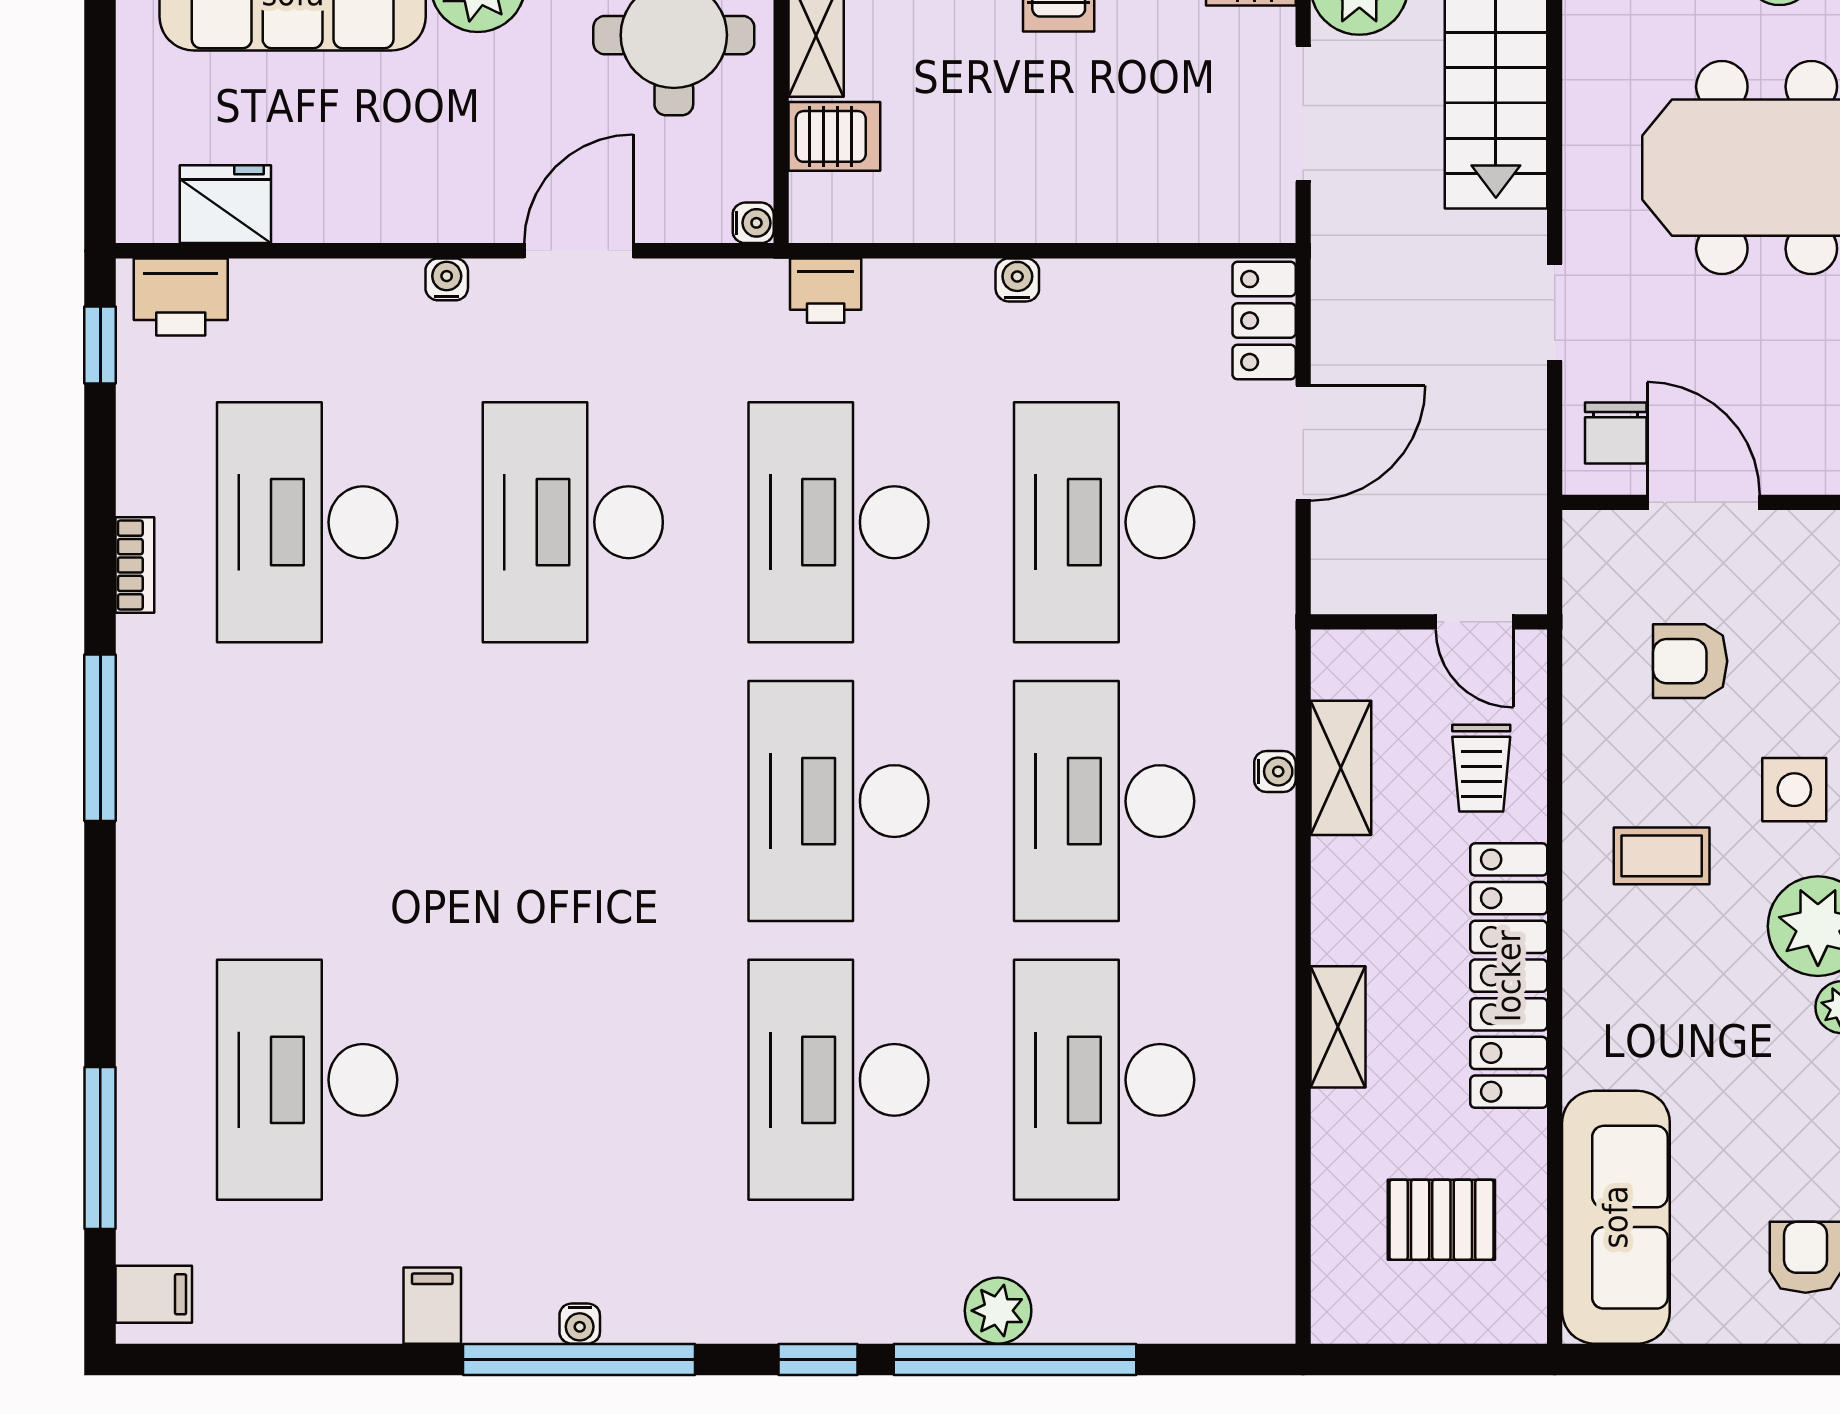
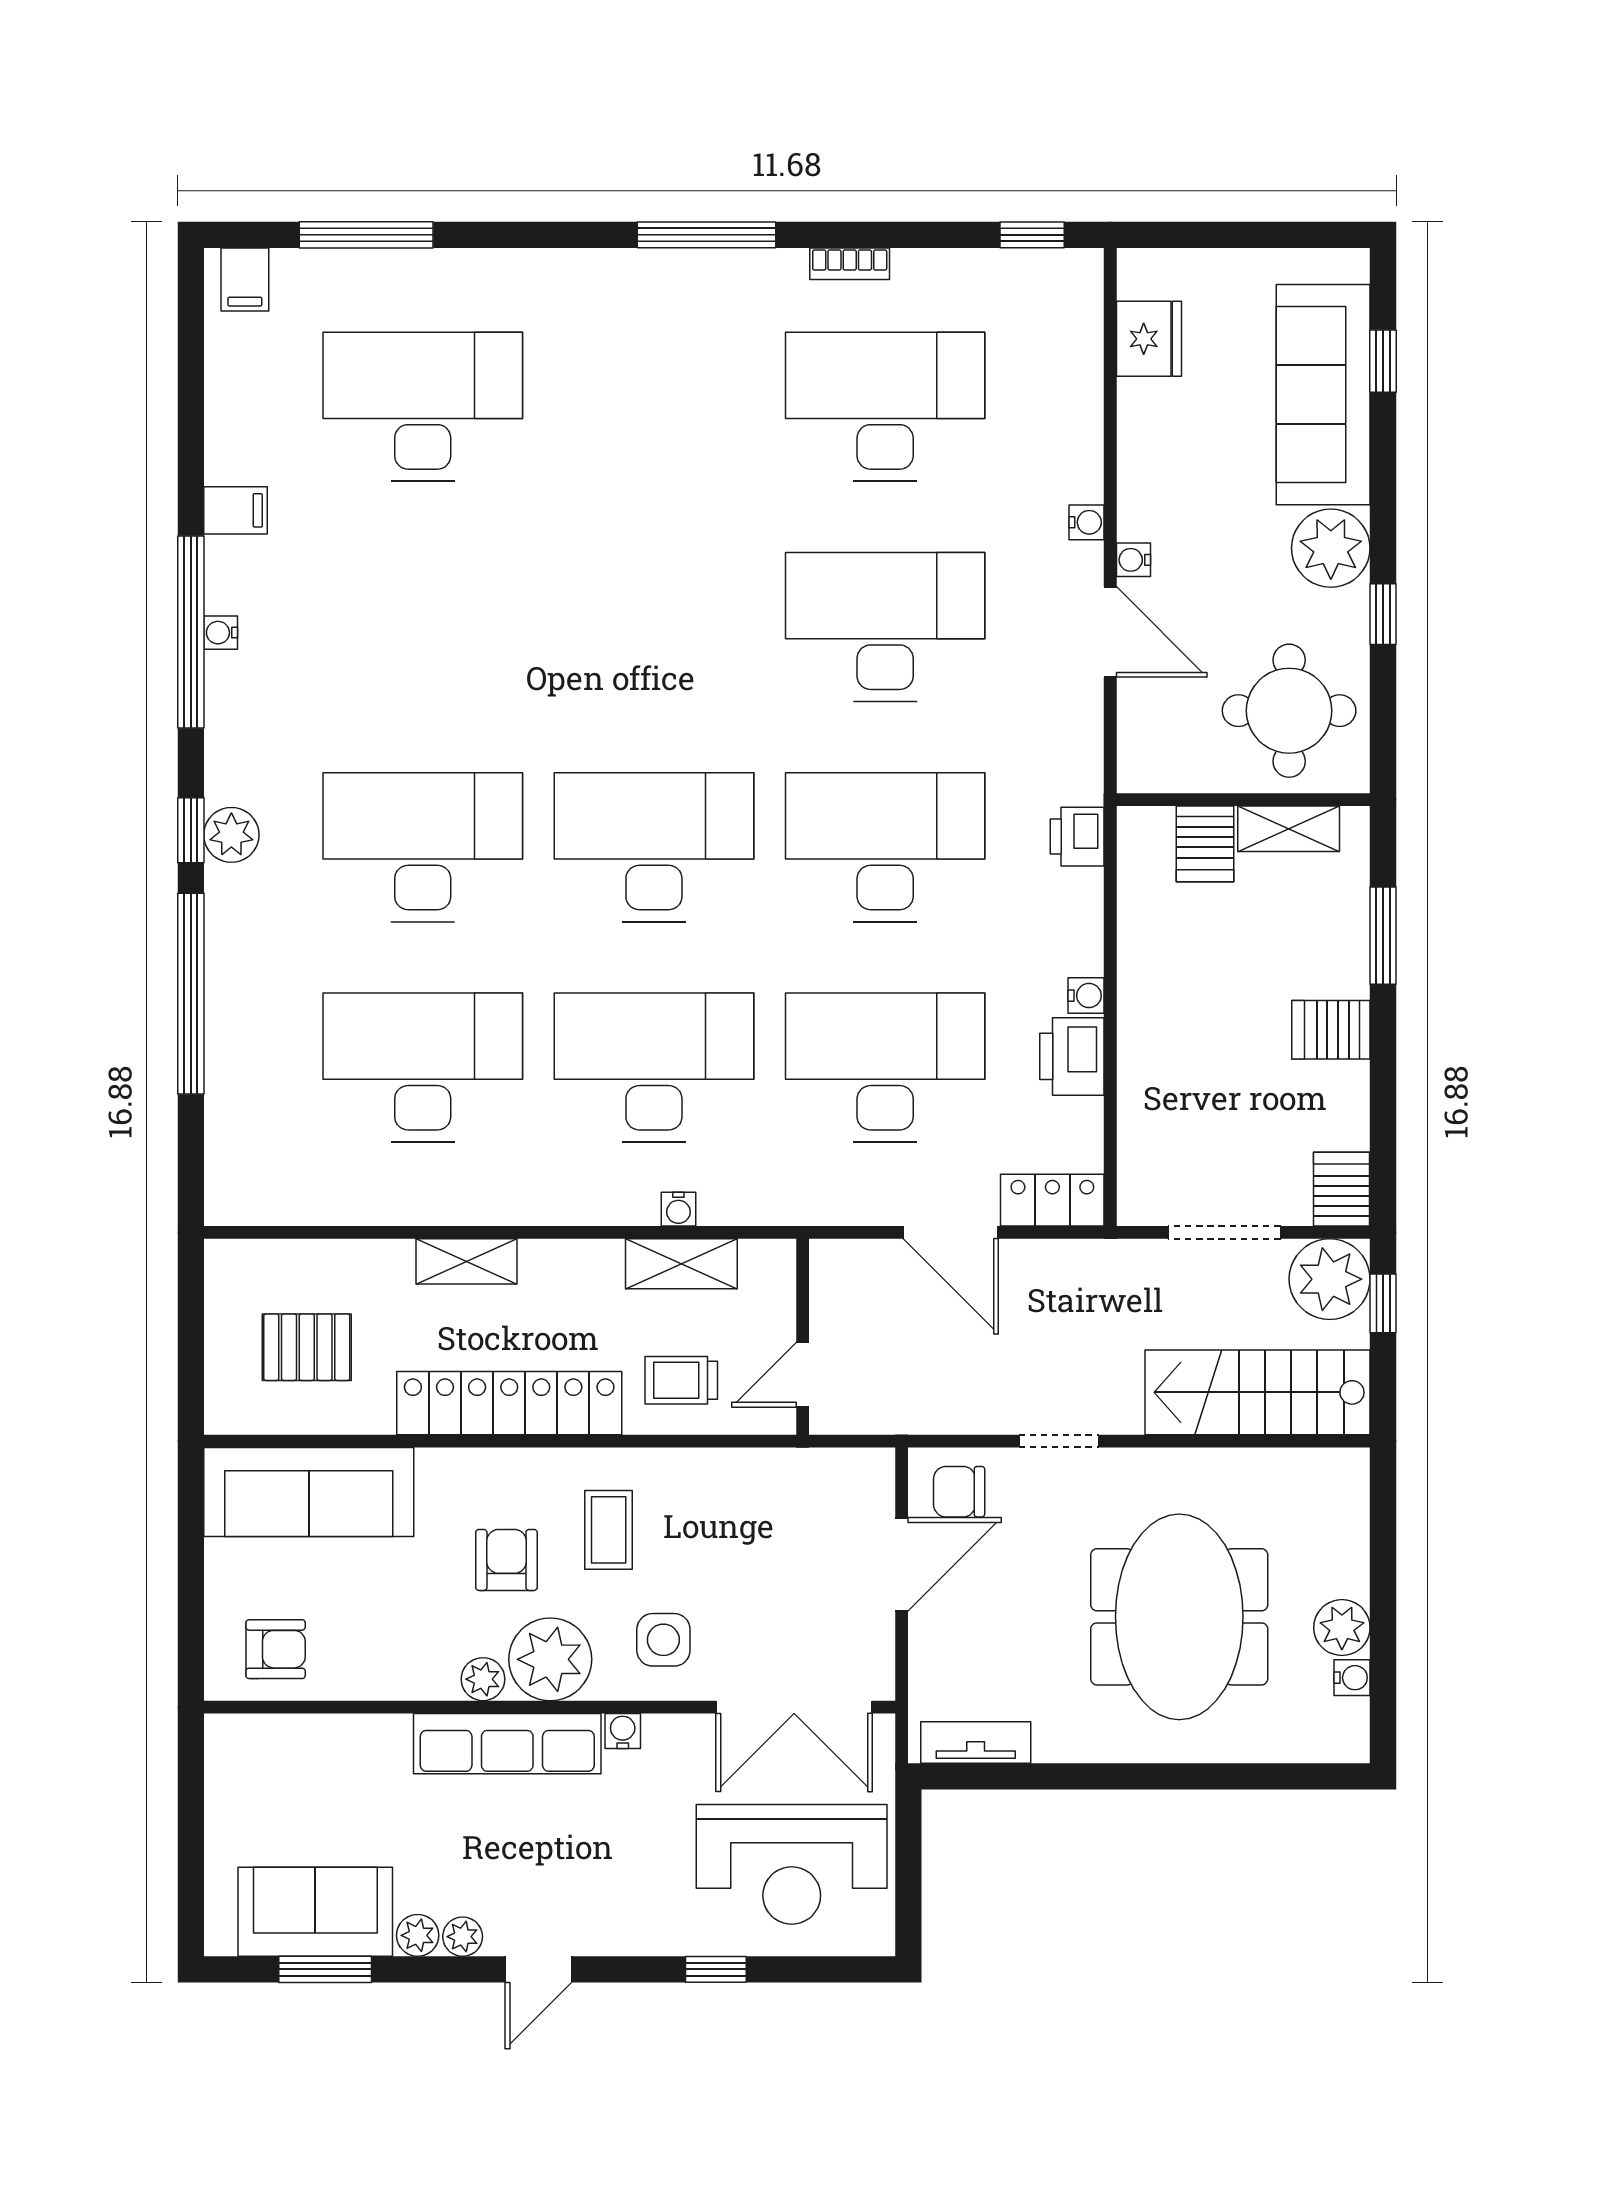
water cooler: (753, 223) -> (1133, 560), moved, turned 90
printer: (181, 297) -> (1072, 1056), moved
armchair: (1690, 661) -> (506, 1560), moved
pallet: (1441, 1220) -> (307, 1347), turned 90
plant: (998, 1311) -> (231, 835), moved

